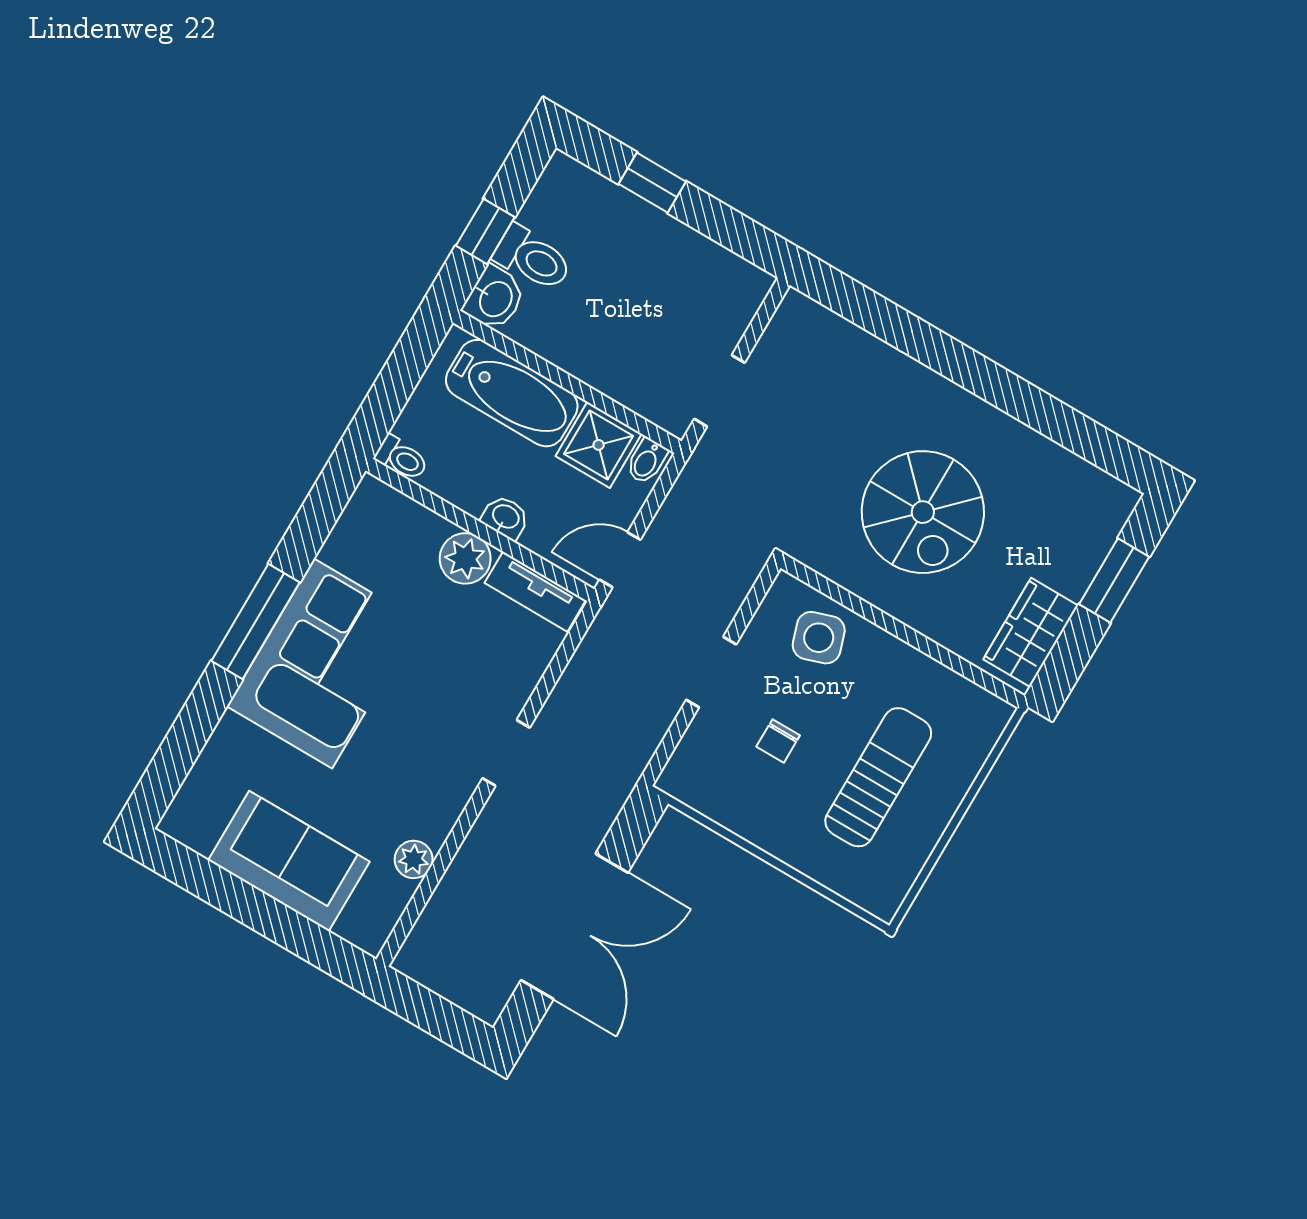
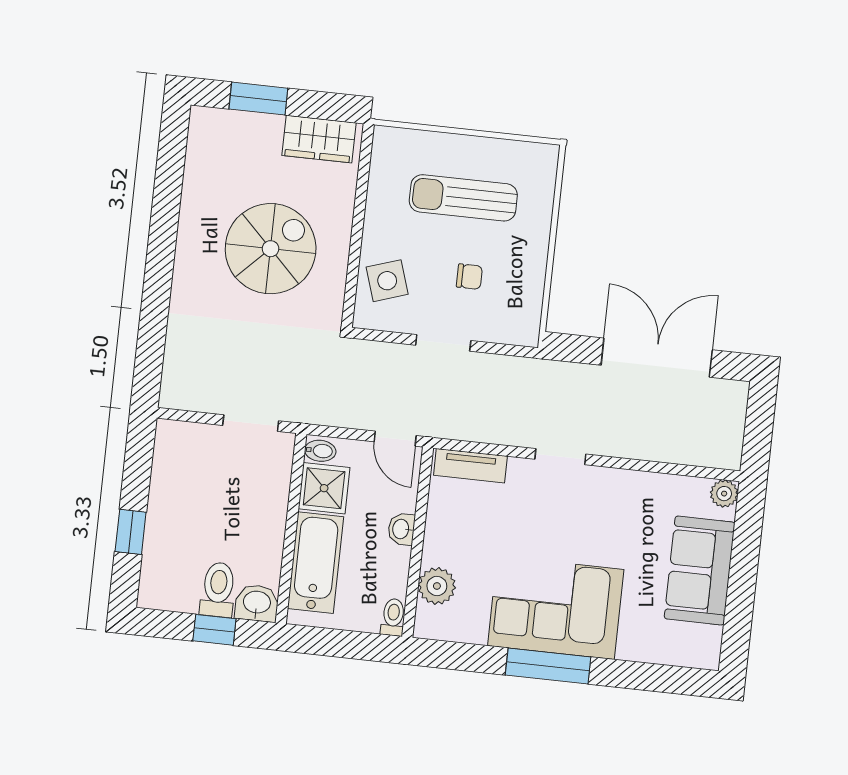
plant: (465, 558) -> (437, 586), moved
tv unit: (535, 592) -> (470, 466), moved, turned 90
plant: (414, 859) -> (724, 494), moved

